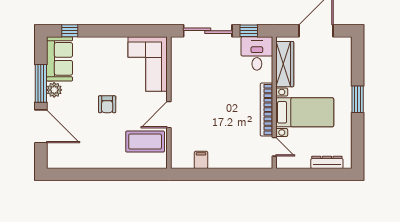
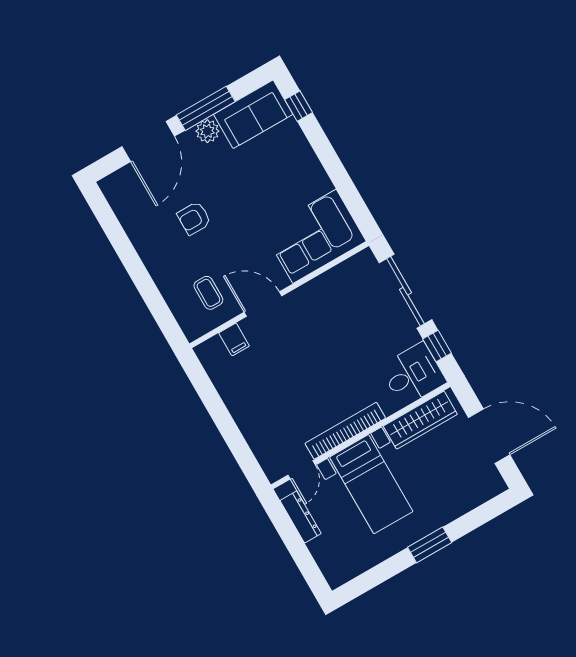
armchair: (107, 104) -> (194, 218), moved
coffee table: (145, 142) -> (208, 293), width x0.54, depth x0.58
filing cabinet: (201, 160) -> (234, 339), moved, turned 90
dresser: (327, 162) -> (301, 517), moved

